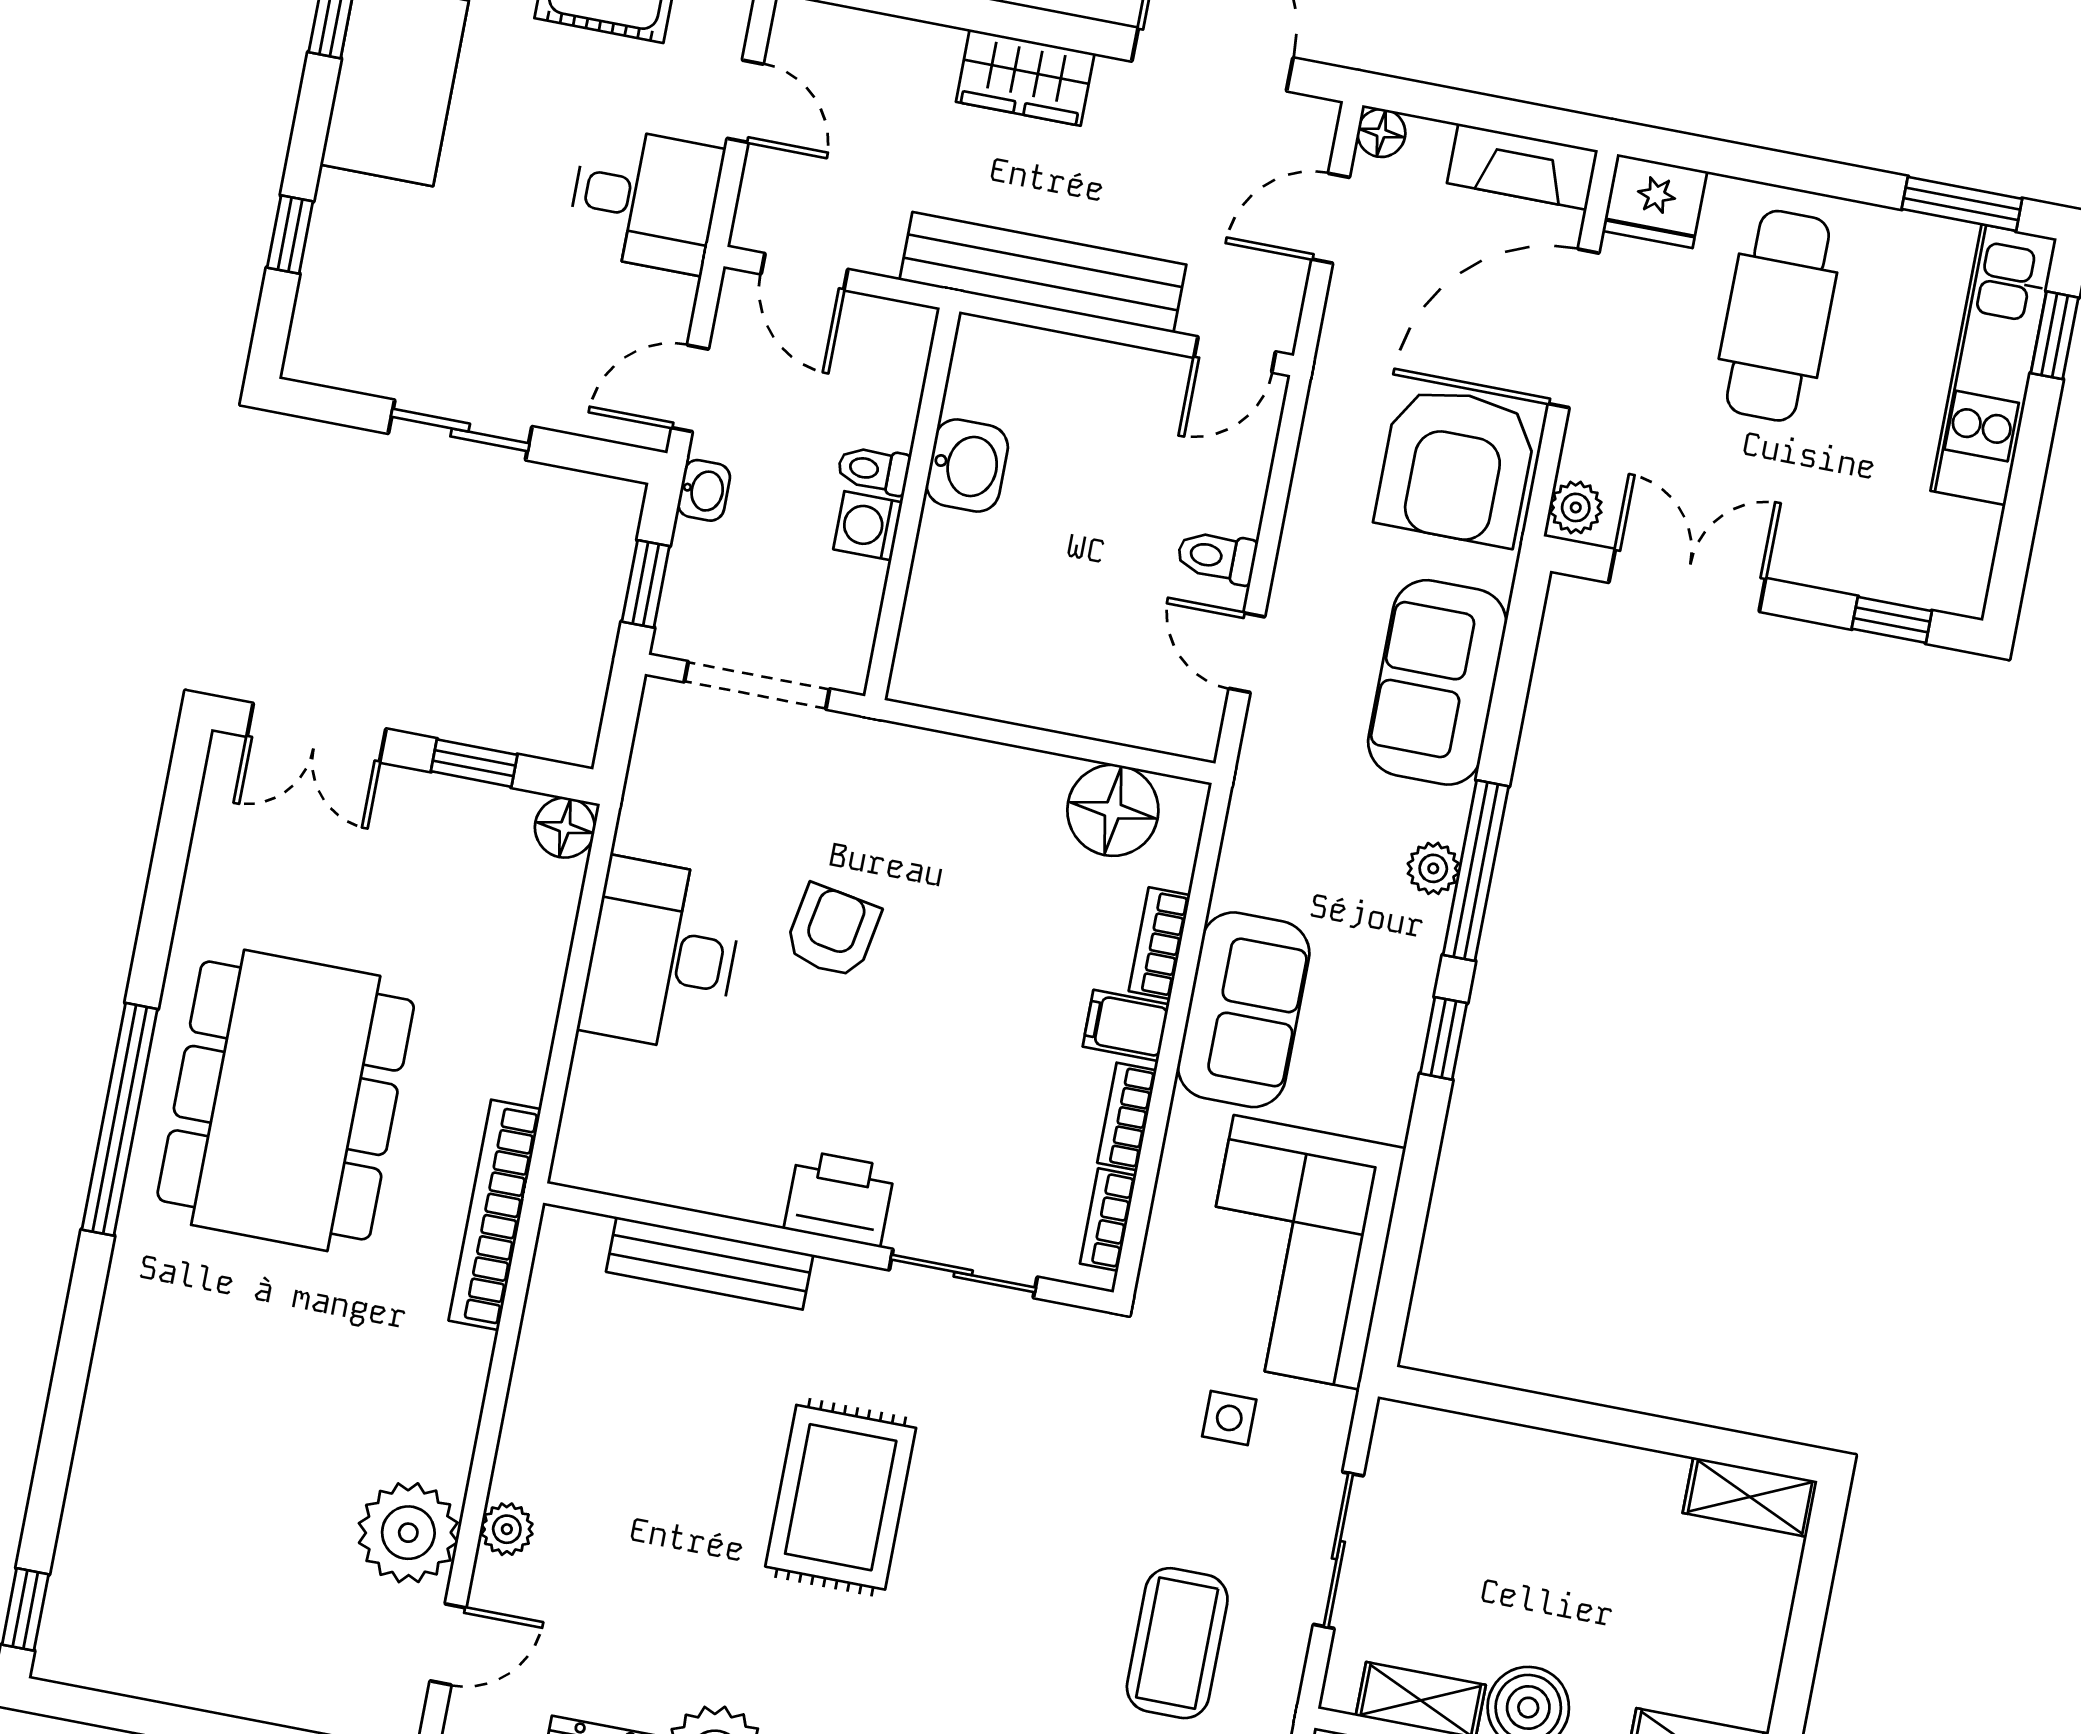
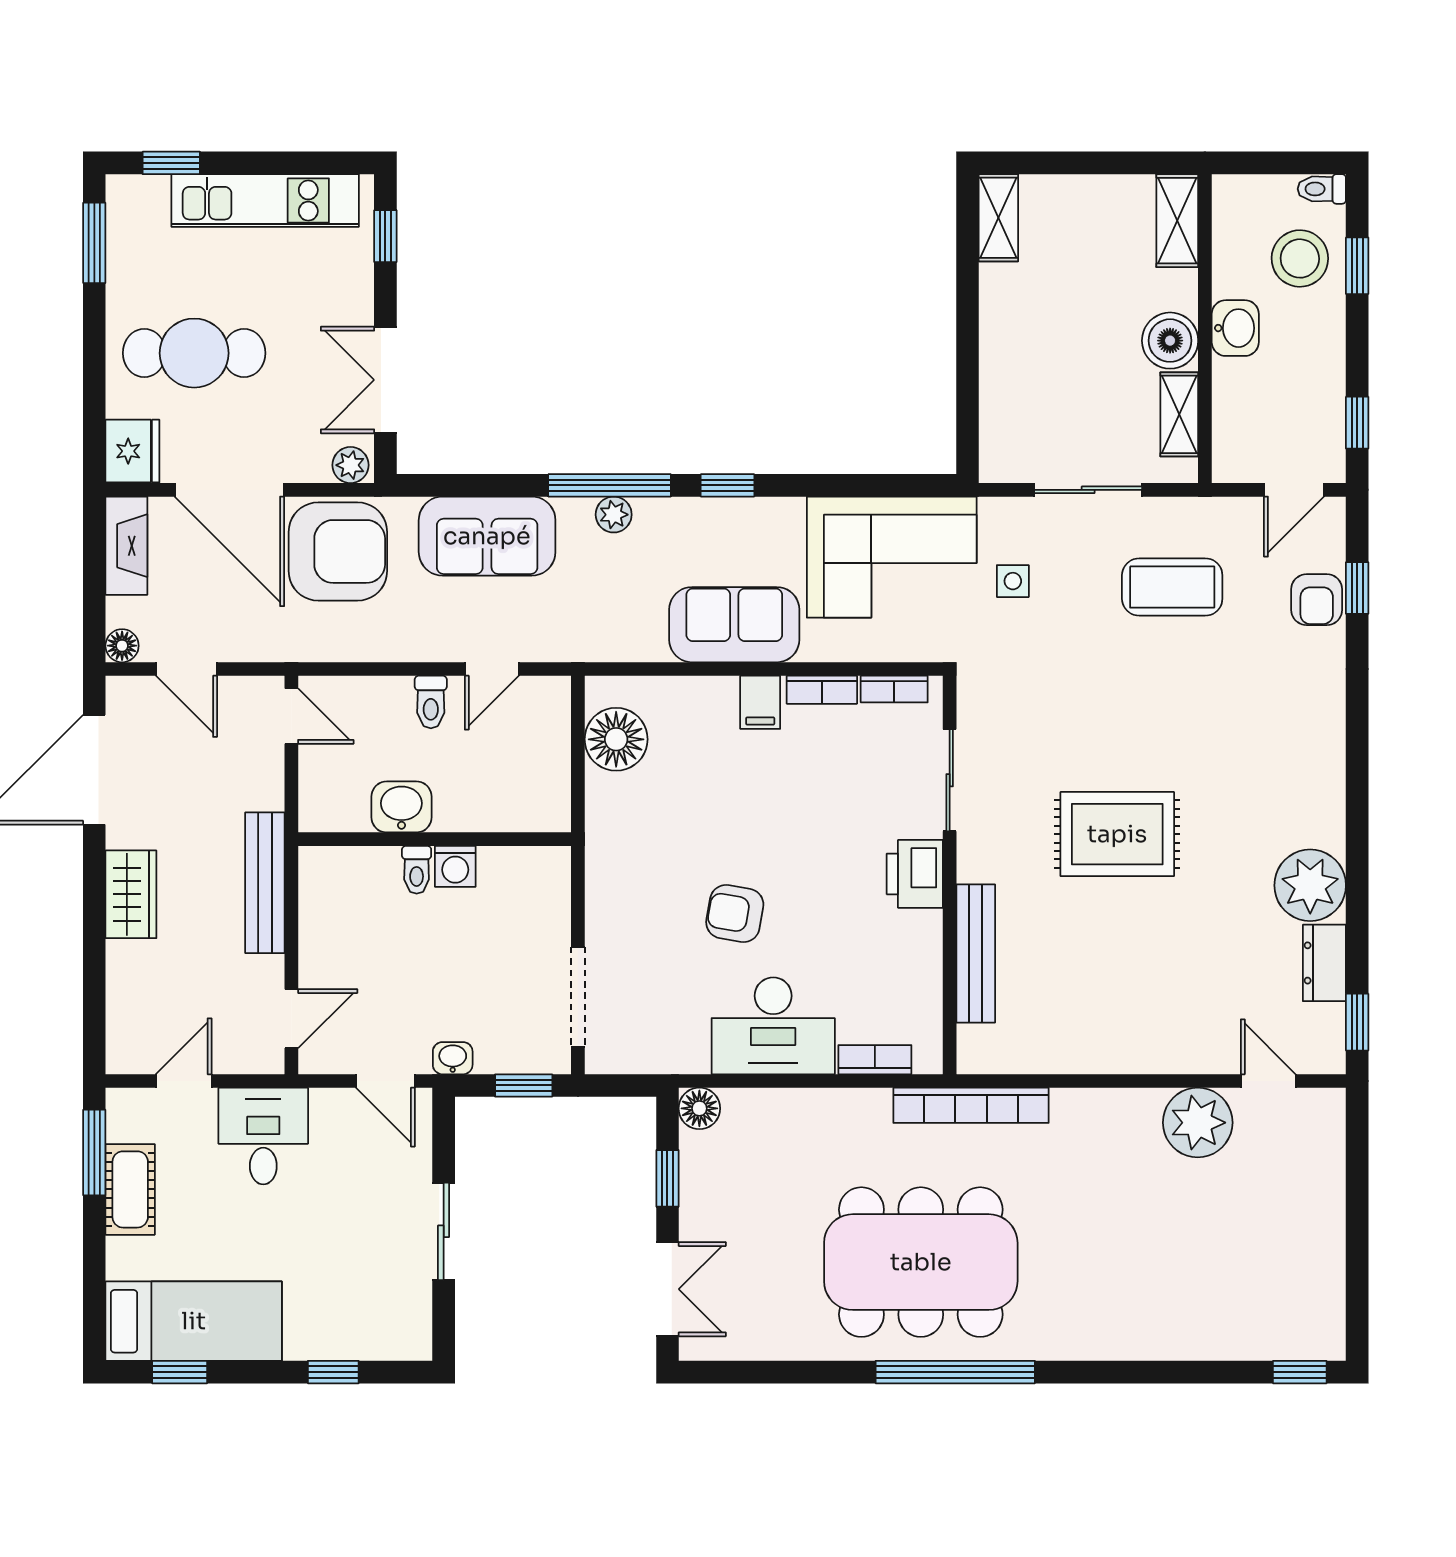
bench: (1043, 272) -> (265, 883), width x0.73, depth x0.82
kitchen unit: (1994, 365) -> (265, 201), moved
washbasin: (967, 466) -> (401, 807), moved
toilet: (874, 470) -> (417, 870), moved
wall: (912, 504) -> (435, 839), moved
washing machine: (868, 526) -> (455, 866), moved
bookcase: (1159, 943) -> (875, 1060), moved, turned 180
plant: (507, 1529) -> (1182, 1056), removed

